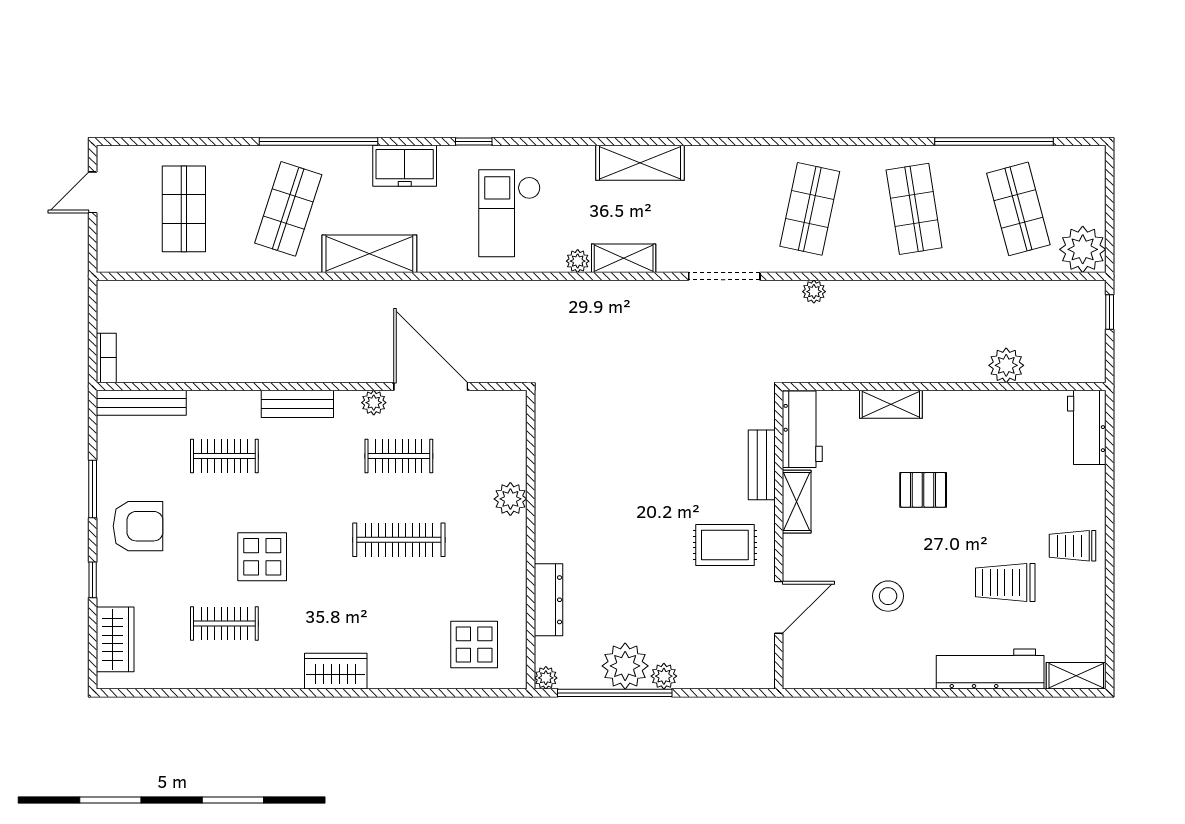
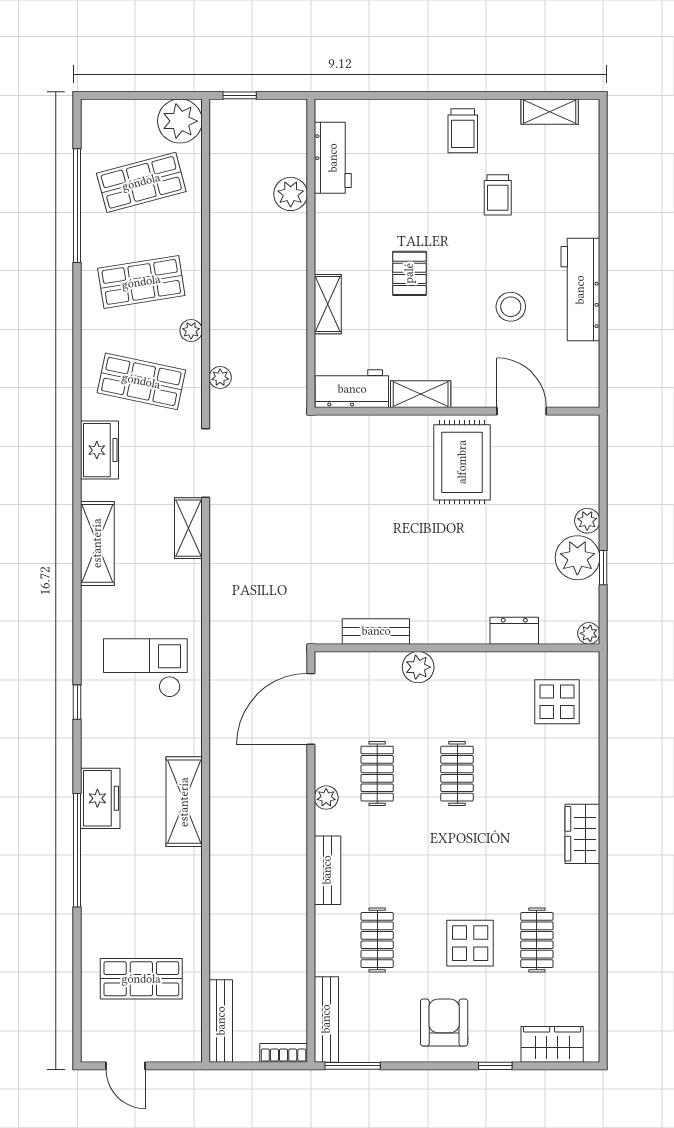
freezer: (738, 165) -> (99, 450), added
freezer: (405, 166) -> (100, 798), moved
shop shelf: (288, 209) -> (141, 879), removed
checkout: (510, 213) -> (145, 668), turned 180
shelving: (624, 258) -> (188, 528), moved
plant: (578, 261) -> (191, 331), moved
bench: (140, 292) -> (221, 1021), added
door: (431, 387) -> (311, 709), moved
workbench: (1087, 427) -> (333, 158), moved, turned -90
bench: (762, 465) -> (376, 631), moved
window: (93, 489) -> (353, 1066), moved
clothes rail: (399, 540) -> (457, 774), width x0.73
rug: (725, 545) -> (462, 462), width x1.36, depth x1.43
display table: (262, 557) -> (470, 943), moved
trolley: (1005, 582) -> (498, 195), width x0.73, depth x0.72
dresser: (549, 600) -> (514, 631), width x0.70
workbench: (990, 669) -> (580, 290), moved
shelving: (1076, 676) -> (550, 112), moved, turned 90
window: (615, 693) -> (603, 568), width x0.32

